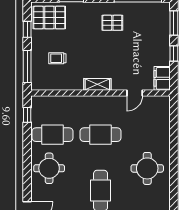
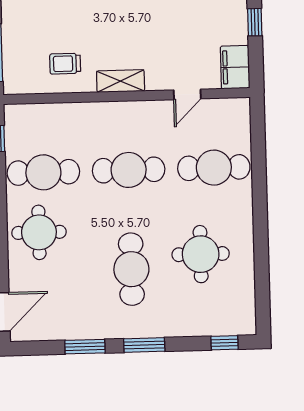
trolley: (57, 58) -> (65, 64), moved
cafe table: (149, 135) -> (214, 168), added
round table: (147, 168) -> (201, 254), moved

